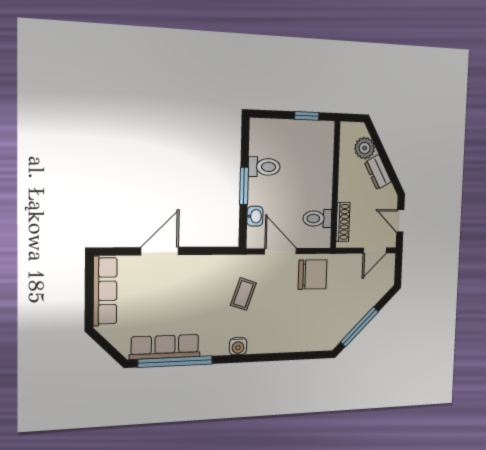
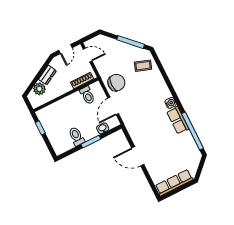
door: (160, 251) -> (138, 156), moved
chair: (313, 274) -> (116, 83), turned 90
coffee table: (243, 294) -> (143, 66), moved
row of seats: (165, 347) -> (178, 120), moved, width x0.68

